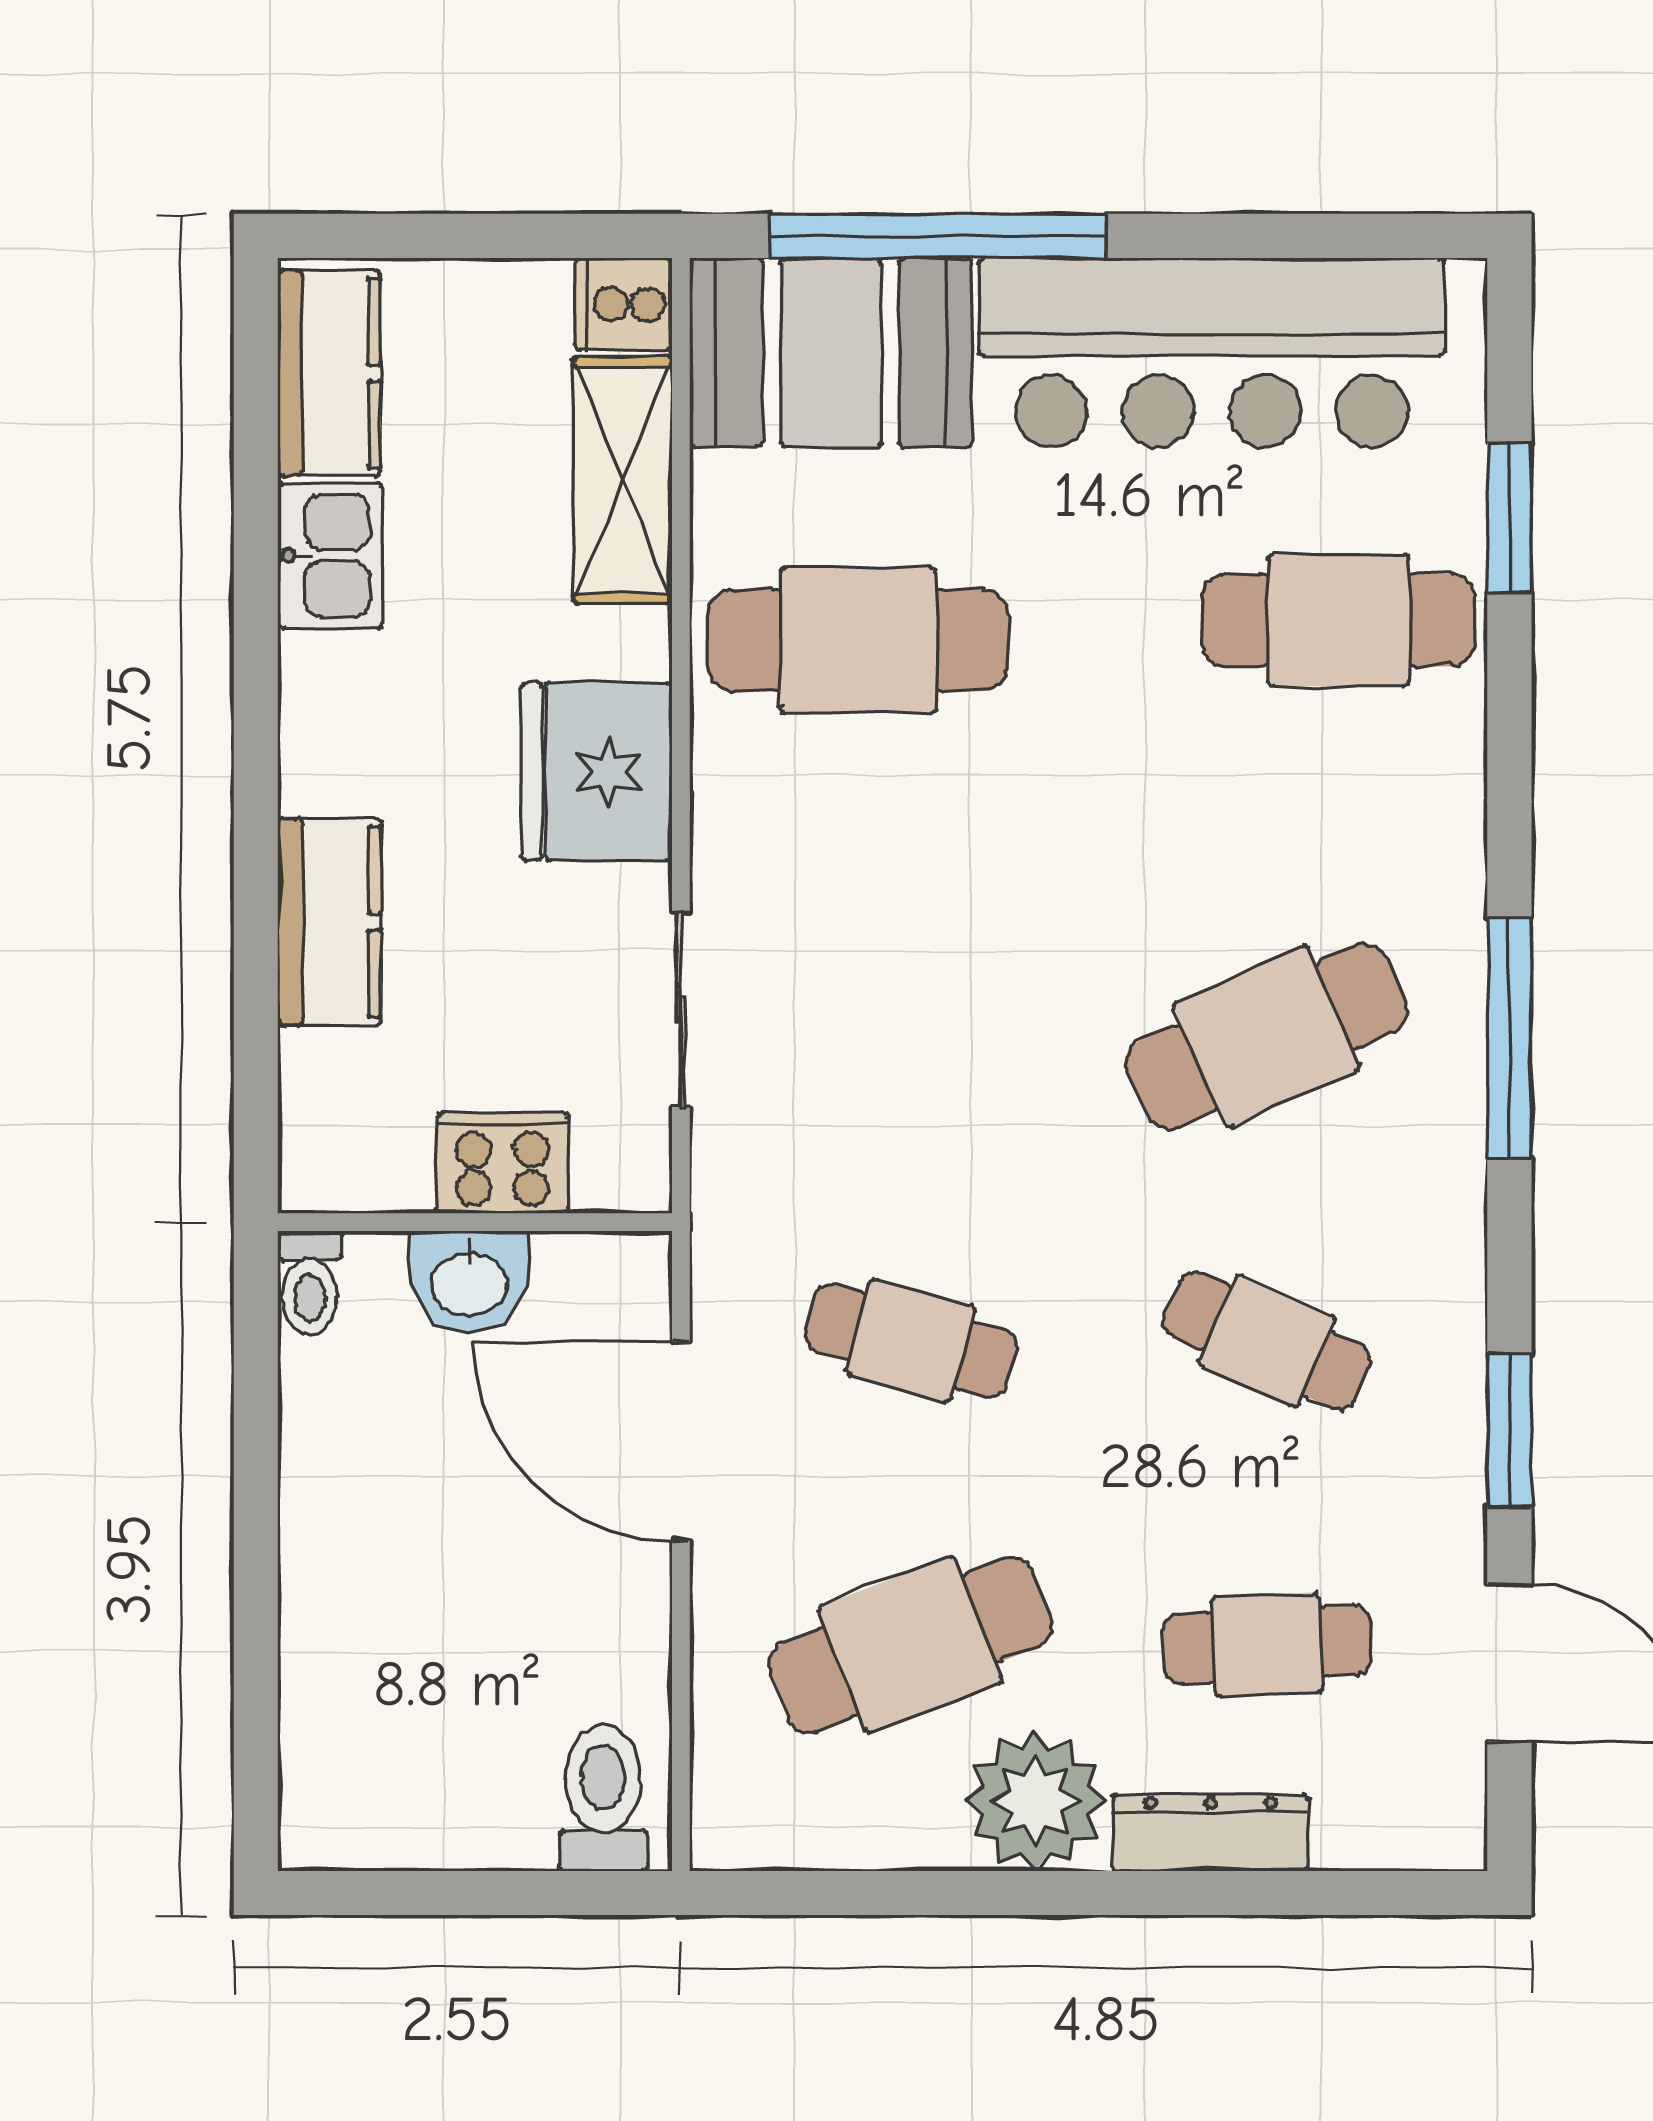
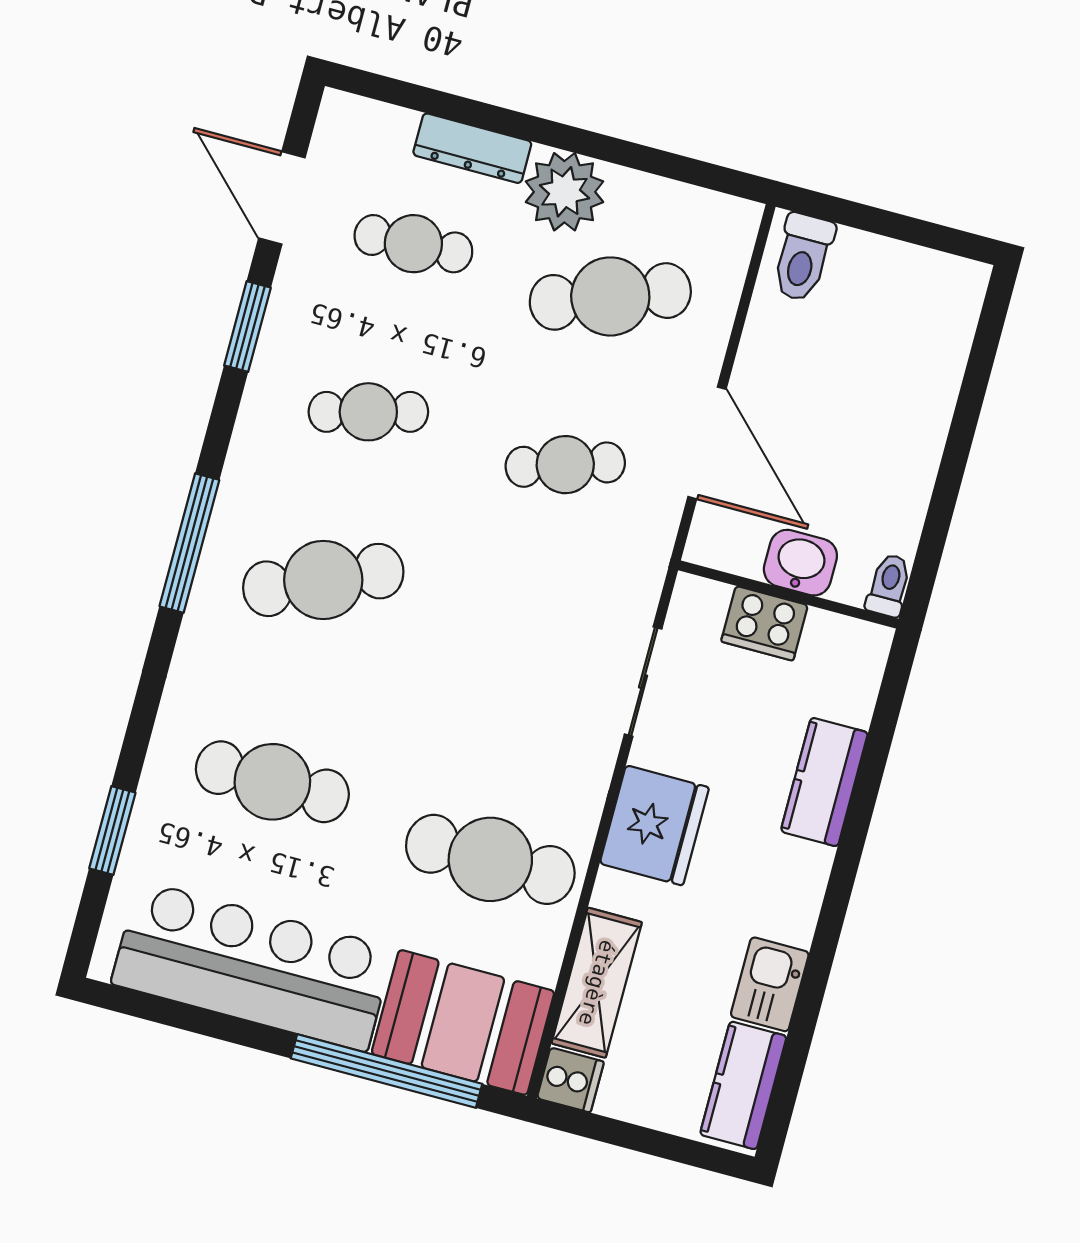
cafe table: (1338, 620) -> (272, 782), moved
cafe table: (910, 1341) -> (565, 465), turned -33
cafe table: (1267, 1341) -> (368, 412), turned -39

